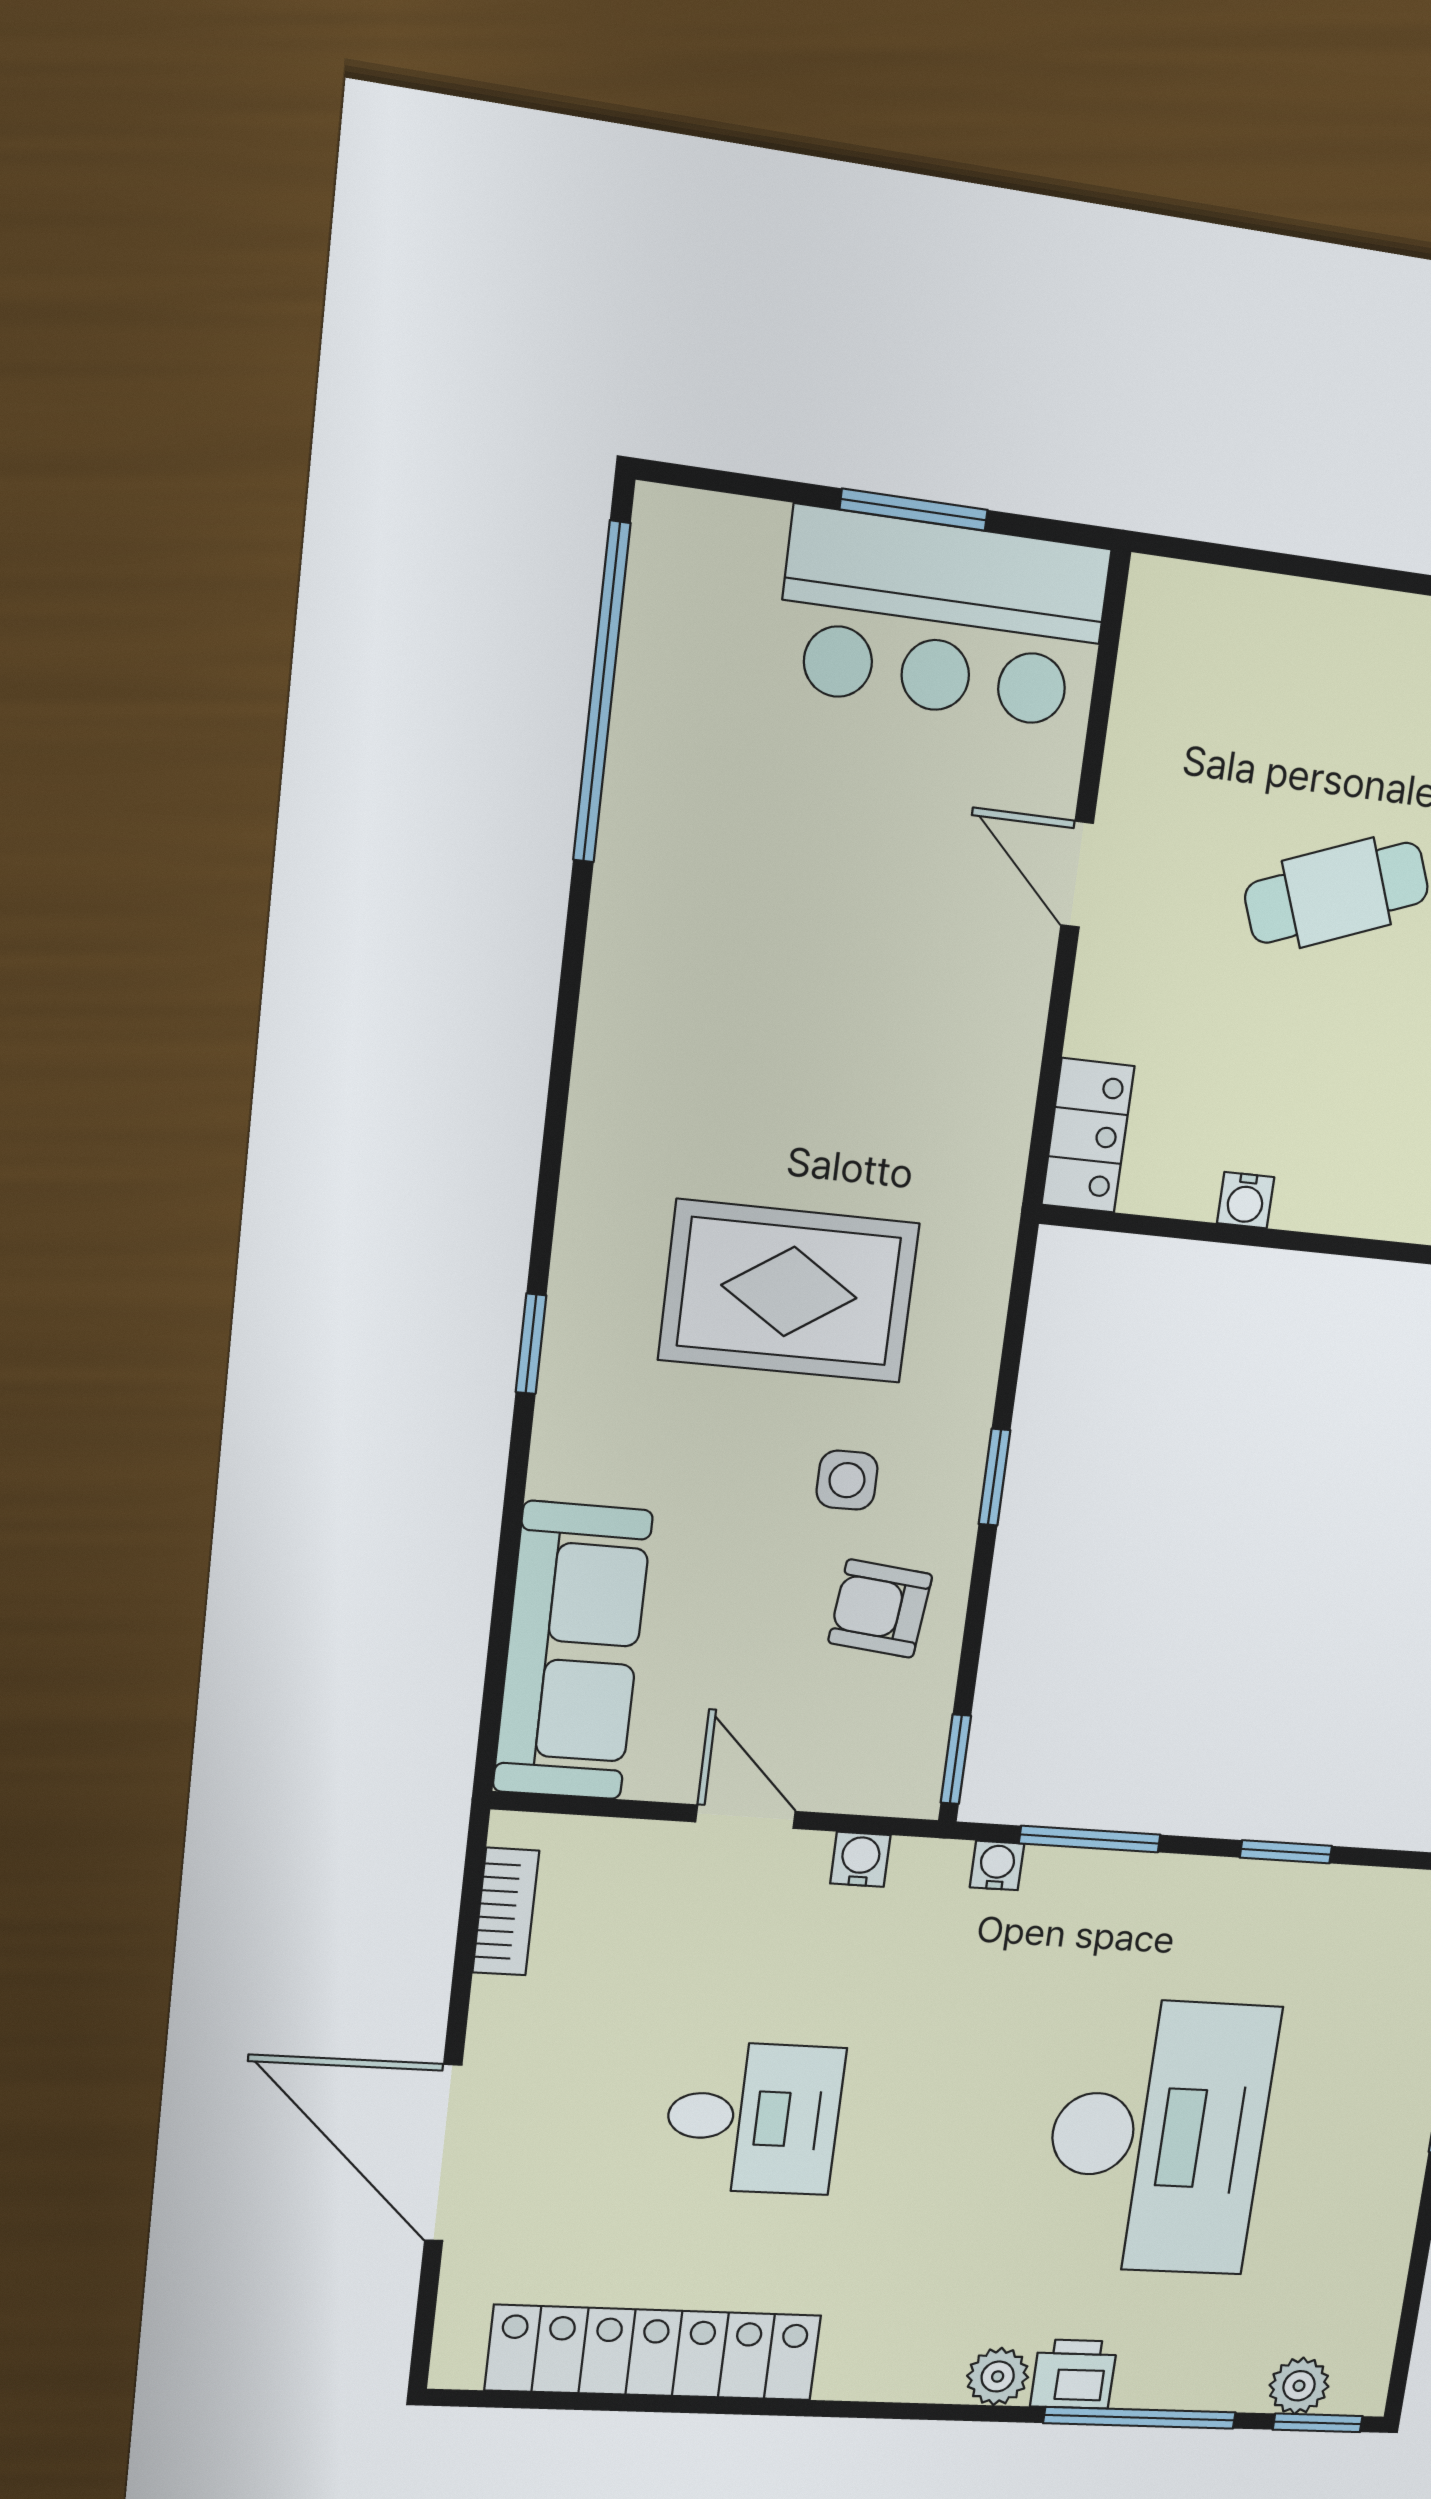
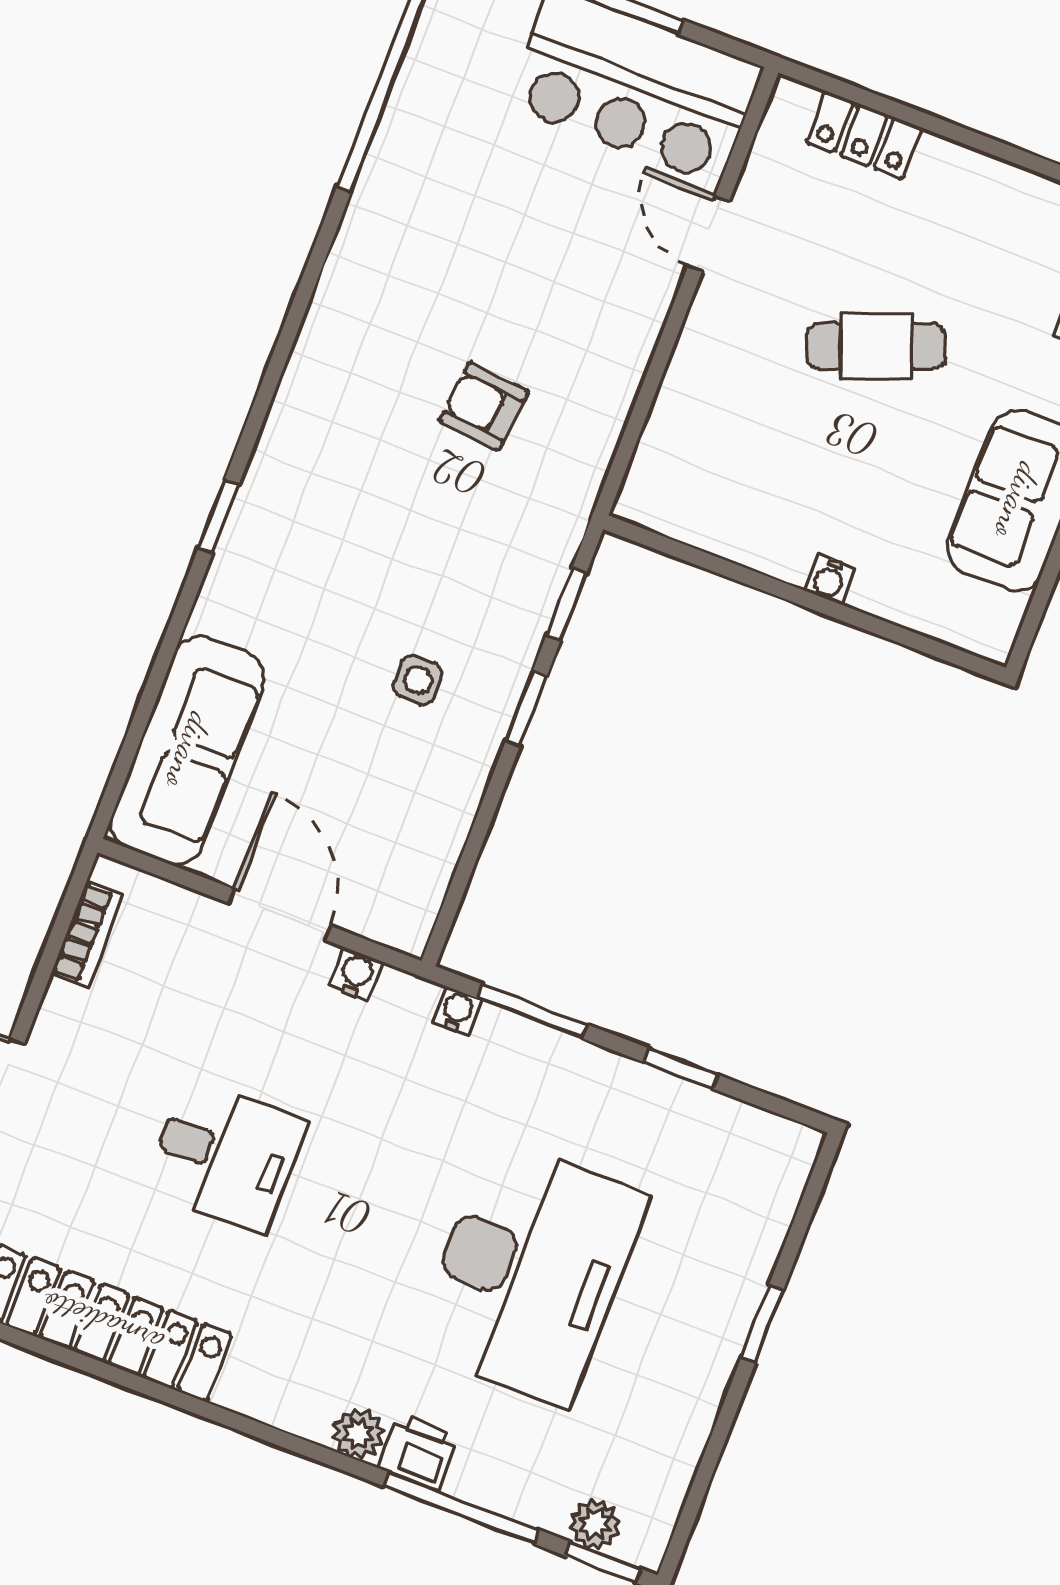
door: (1077, 874) -> (709, 233), moved
locker: (1088, 1136) -> (864, 135), moved, turned 90
water cooler: (1246, 1200) -> (830, 579), moved
rug: (789, 1292) -> (410, 529), removed
armchair: (880, 1609) -> (484, 406), moved
window: (956, 1759) -> (566, 604), moved
door: (746, 1817) -> (280, 914), width x1.38

